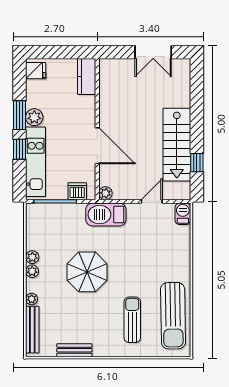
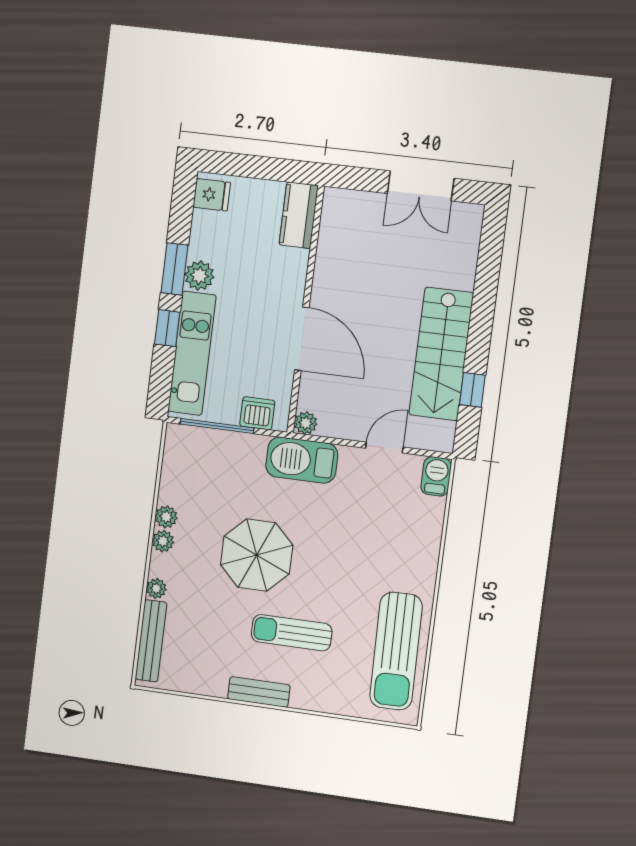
sun lounger: (132, 320) -> (292, 633), moved, turned -90
bench: (74, 350) -> (259, 692), moved

